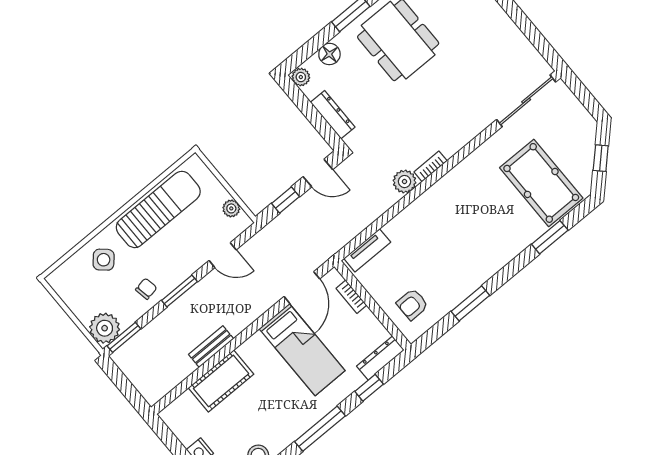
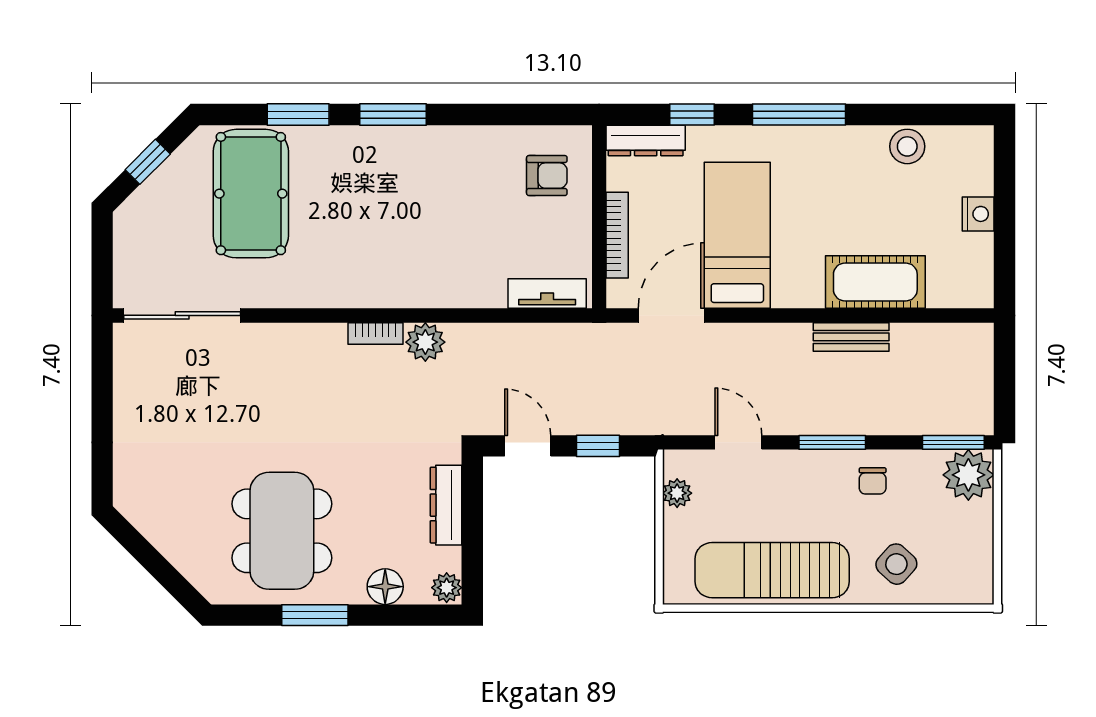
chair: (146, 289) -> (873, 481), turned -79
bookcase: (351, 297) -> (617, 235), width x1.56
window: (470, 303) -> (393, 115), moved

